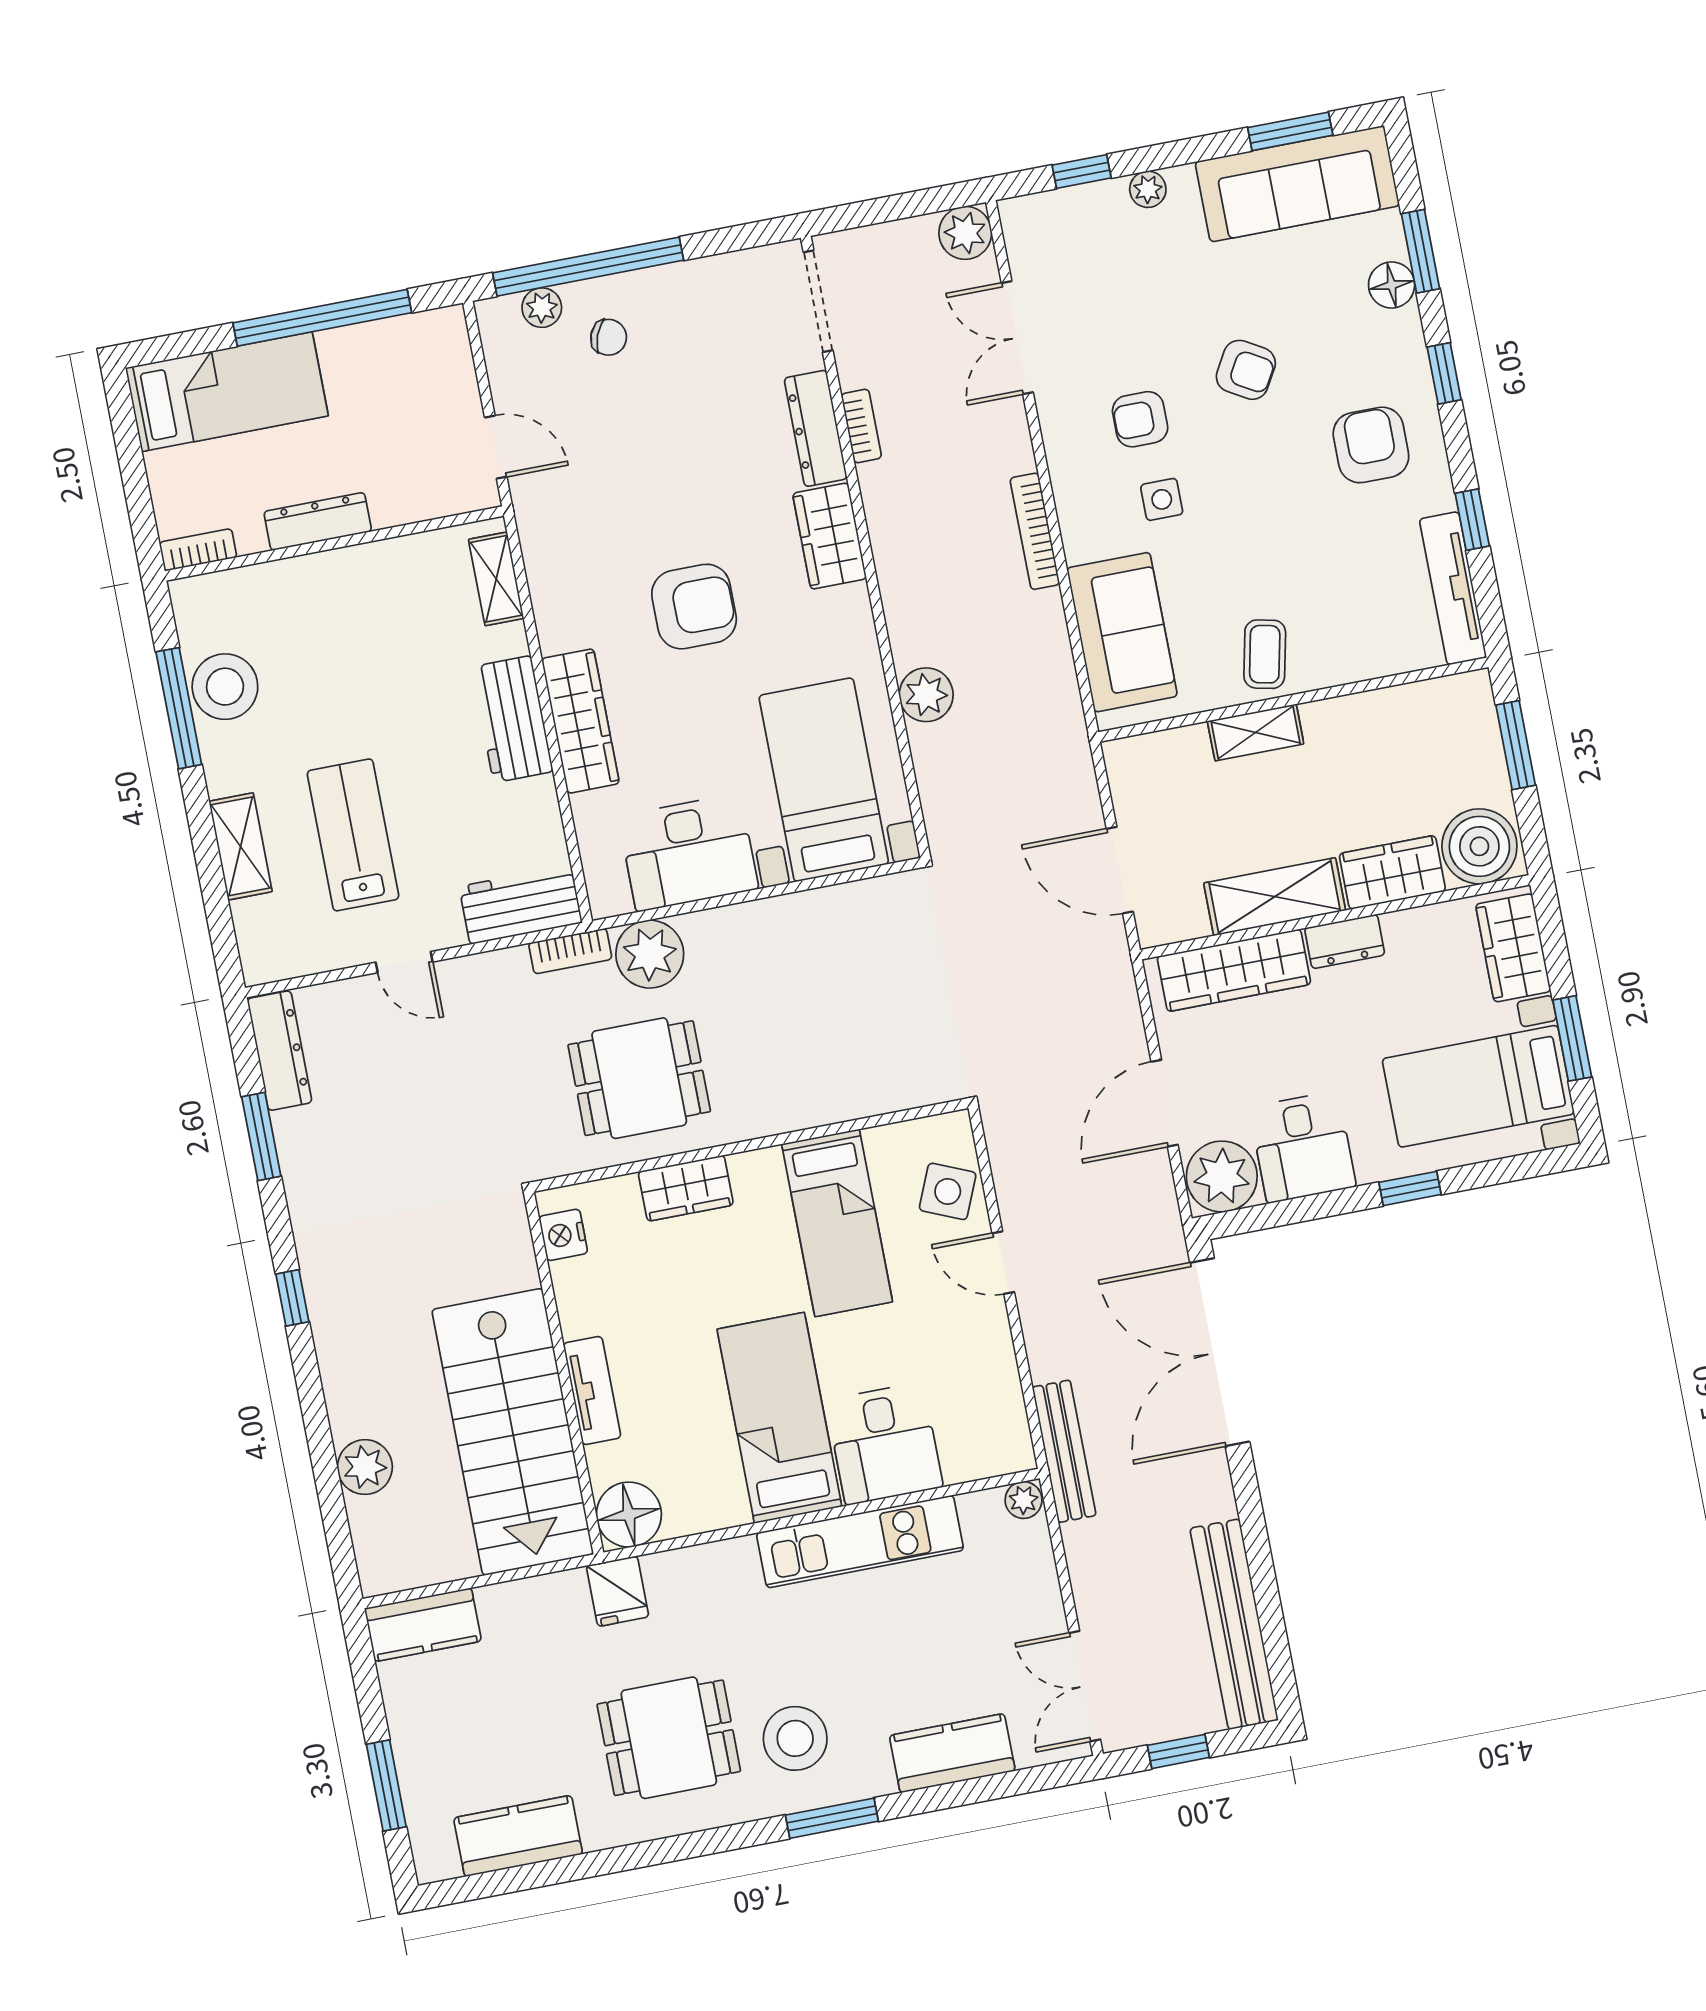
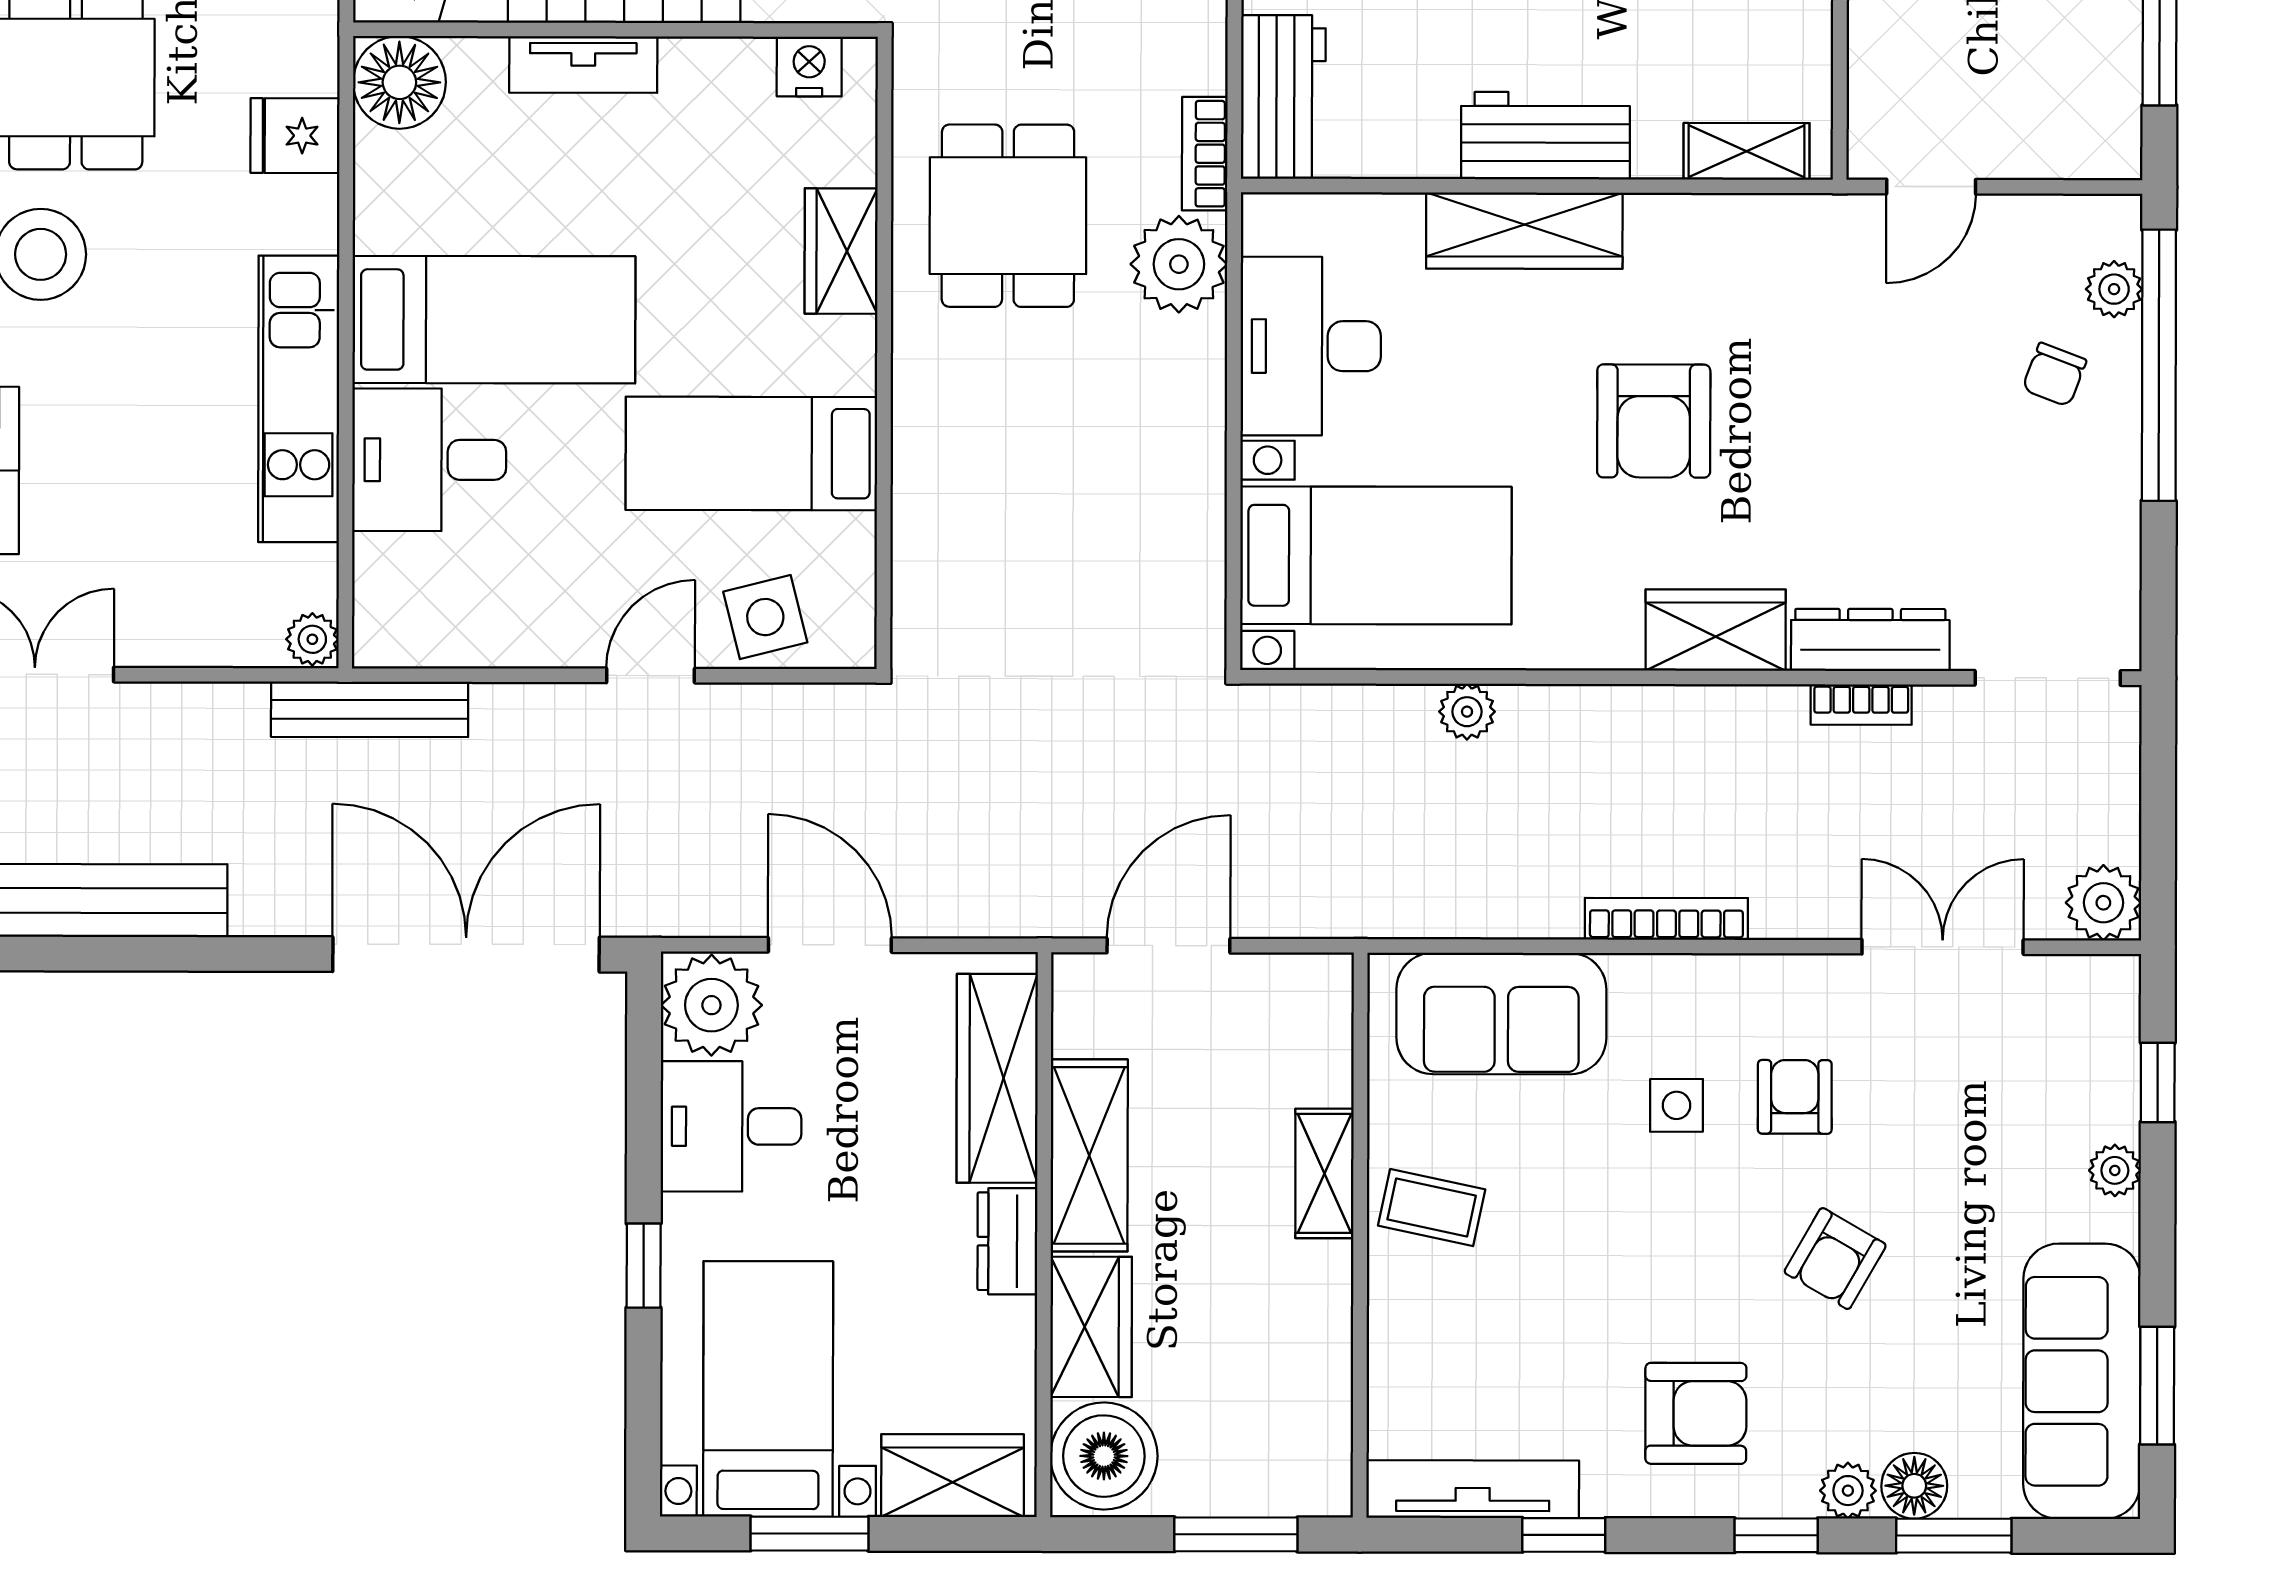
plant: (1404, 330) -> (1848, 1491), added
plant: (926, 695) -> (1467, 712), width x0.73, depth x0.73
side table: (948, 1191) -> (765, 617), turned -37
fridge: (618, 1591) -> (295, 136), moved

